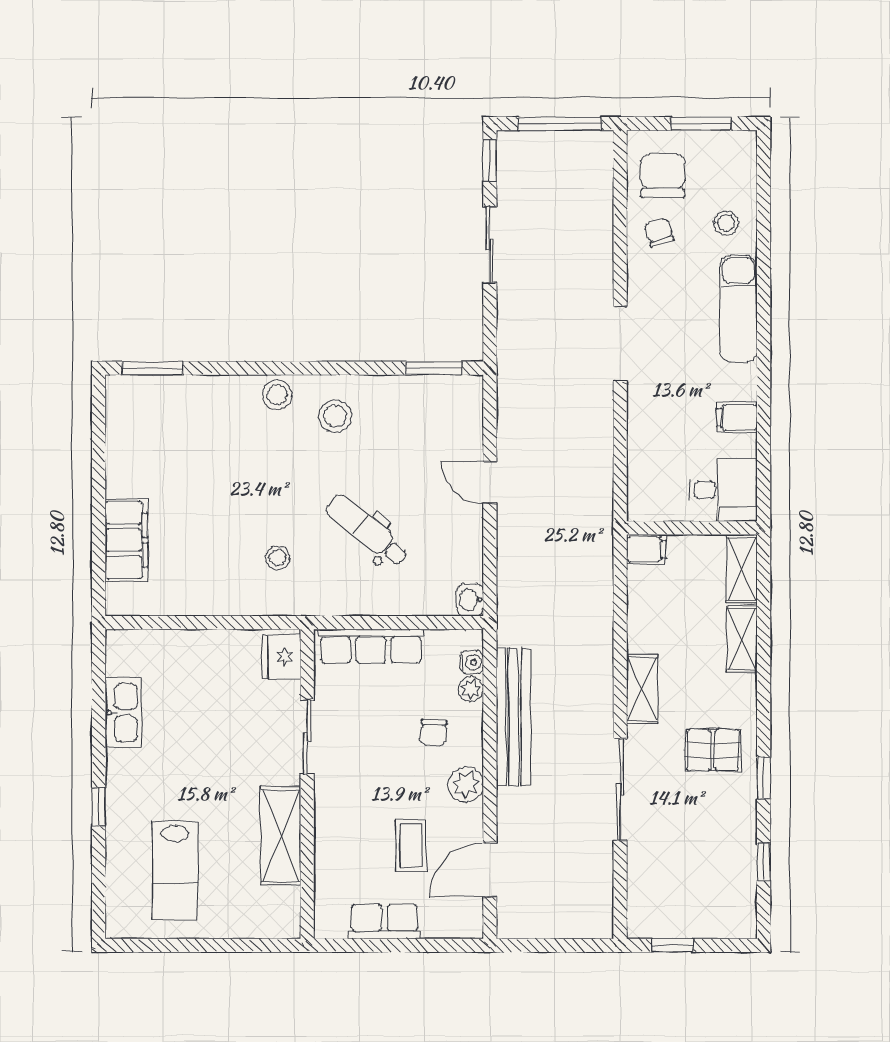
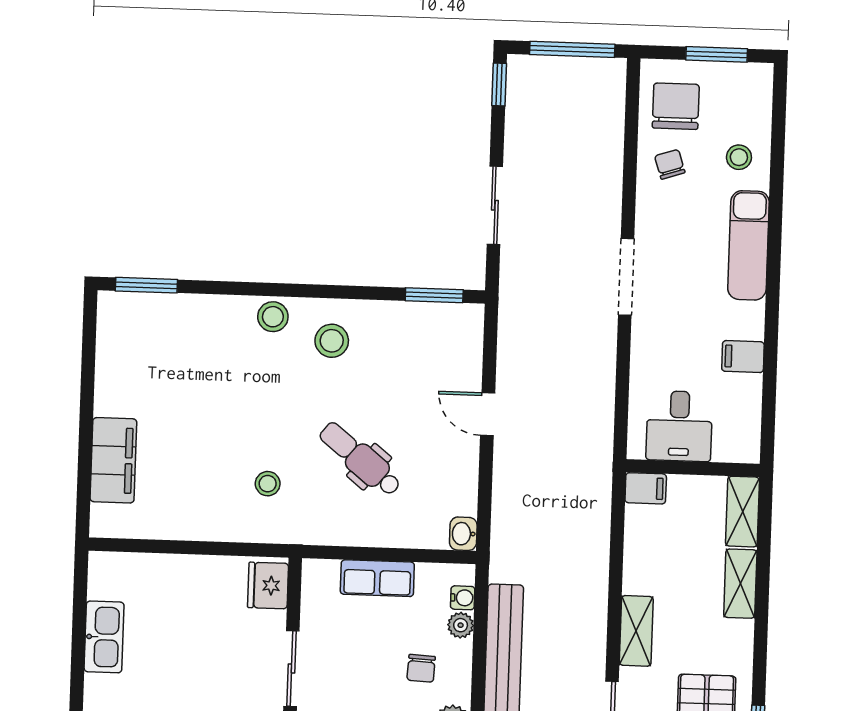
sliding door: (490, 245) -> (495, 205), moved
desk: (723, 490) -> (679, 426), moved, turned 90
row of seats: (371, 646) -> (377, 578), width x0.68

